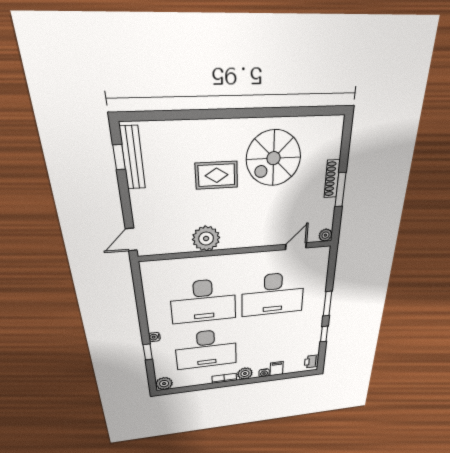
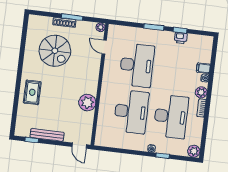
bench: (133, 158) -> (47, 135), moved
spiral stairs: (274, 158) -> (55, 51), moved
rug: (217, 175) -> (32, 92), moved
printer: (312, 361) -> (181, 38), moved

